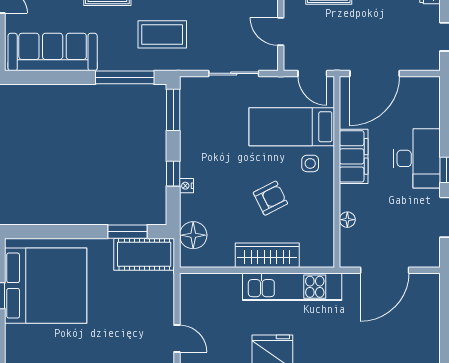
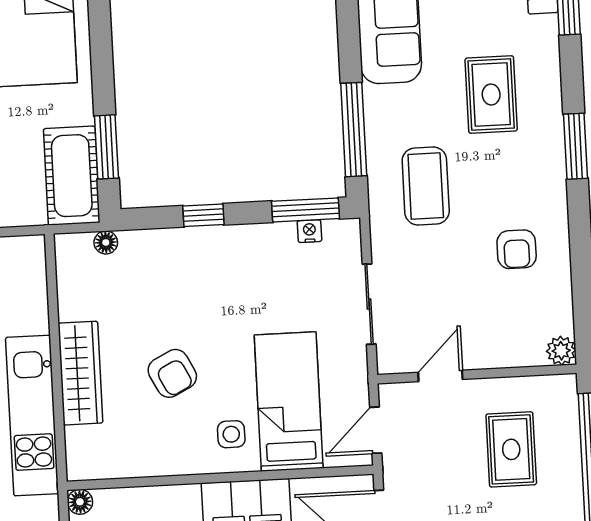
nightstand: (186, 186) -> (309, 231), moved
floor lamp: (347, 220) -> (80, 502), moved
floor lamp: (193, 235) -> (106, 242), width x0.53, depth x0.53

